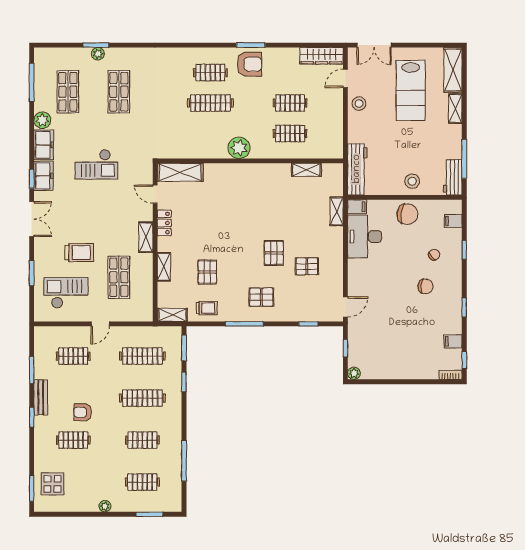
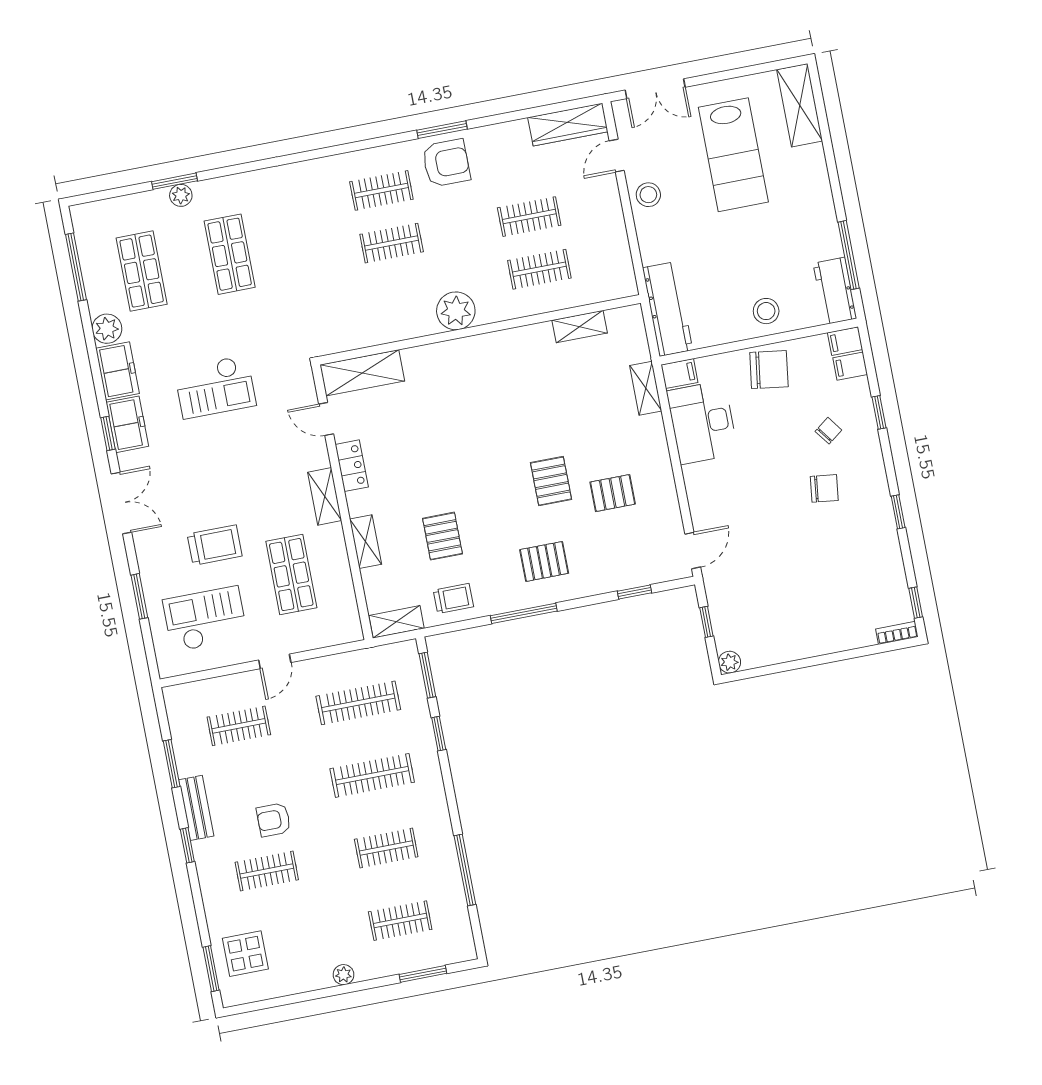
clothes rail: (210, 103) -> (392, 243), width x0.73
shelving: (455, 109) -> (816, 171), removed
filing cabinet: (453, 341) -> (845, 341), moved

